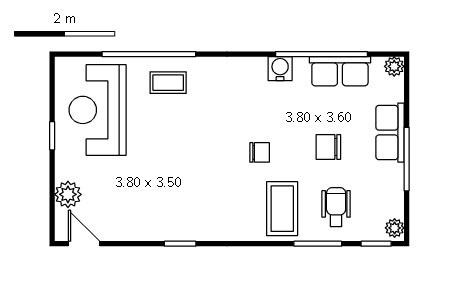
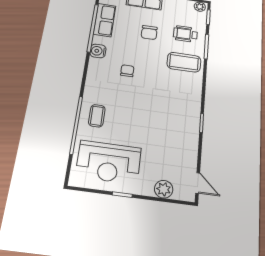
chair: (260, 152) -> (127, 71), moved
door: (84, 244) -> (198, 183), swing flipped

